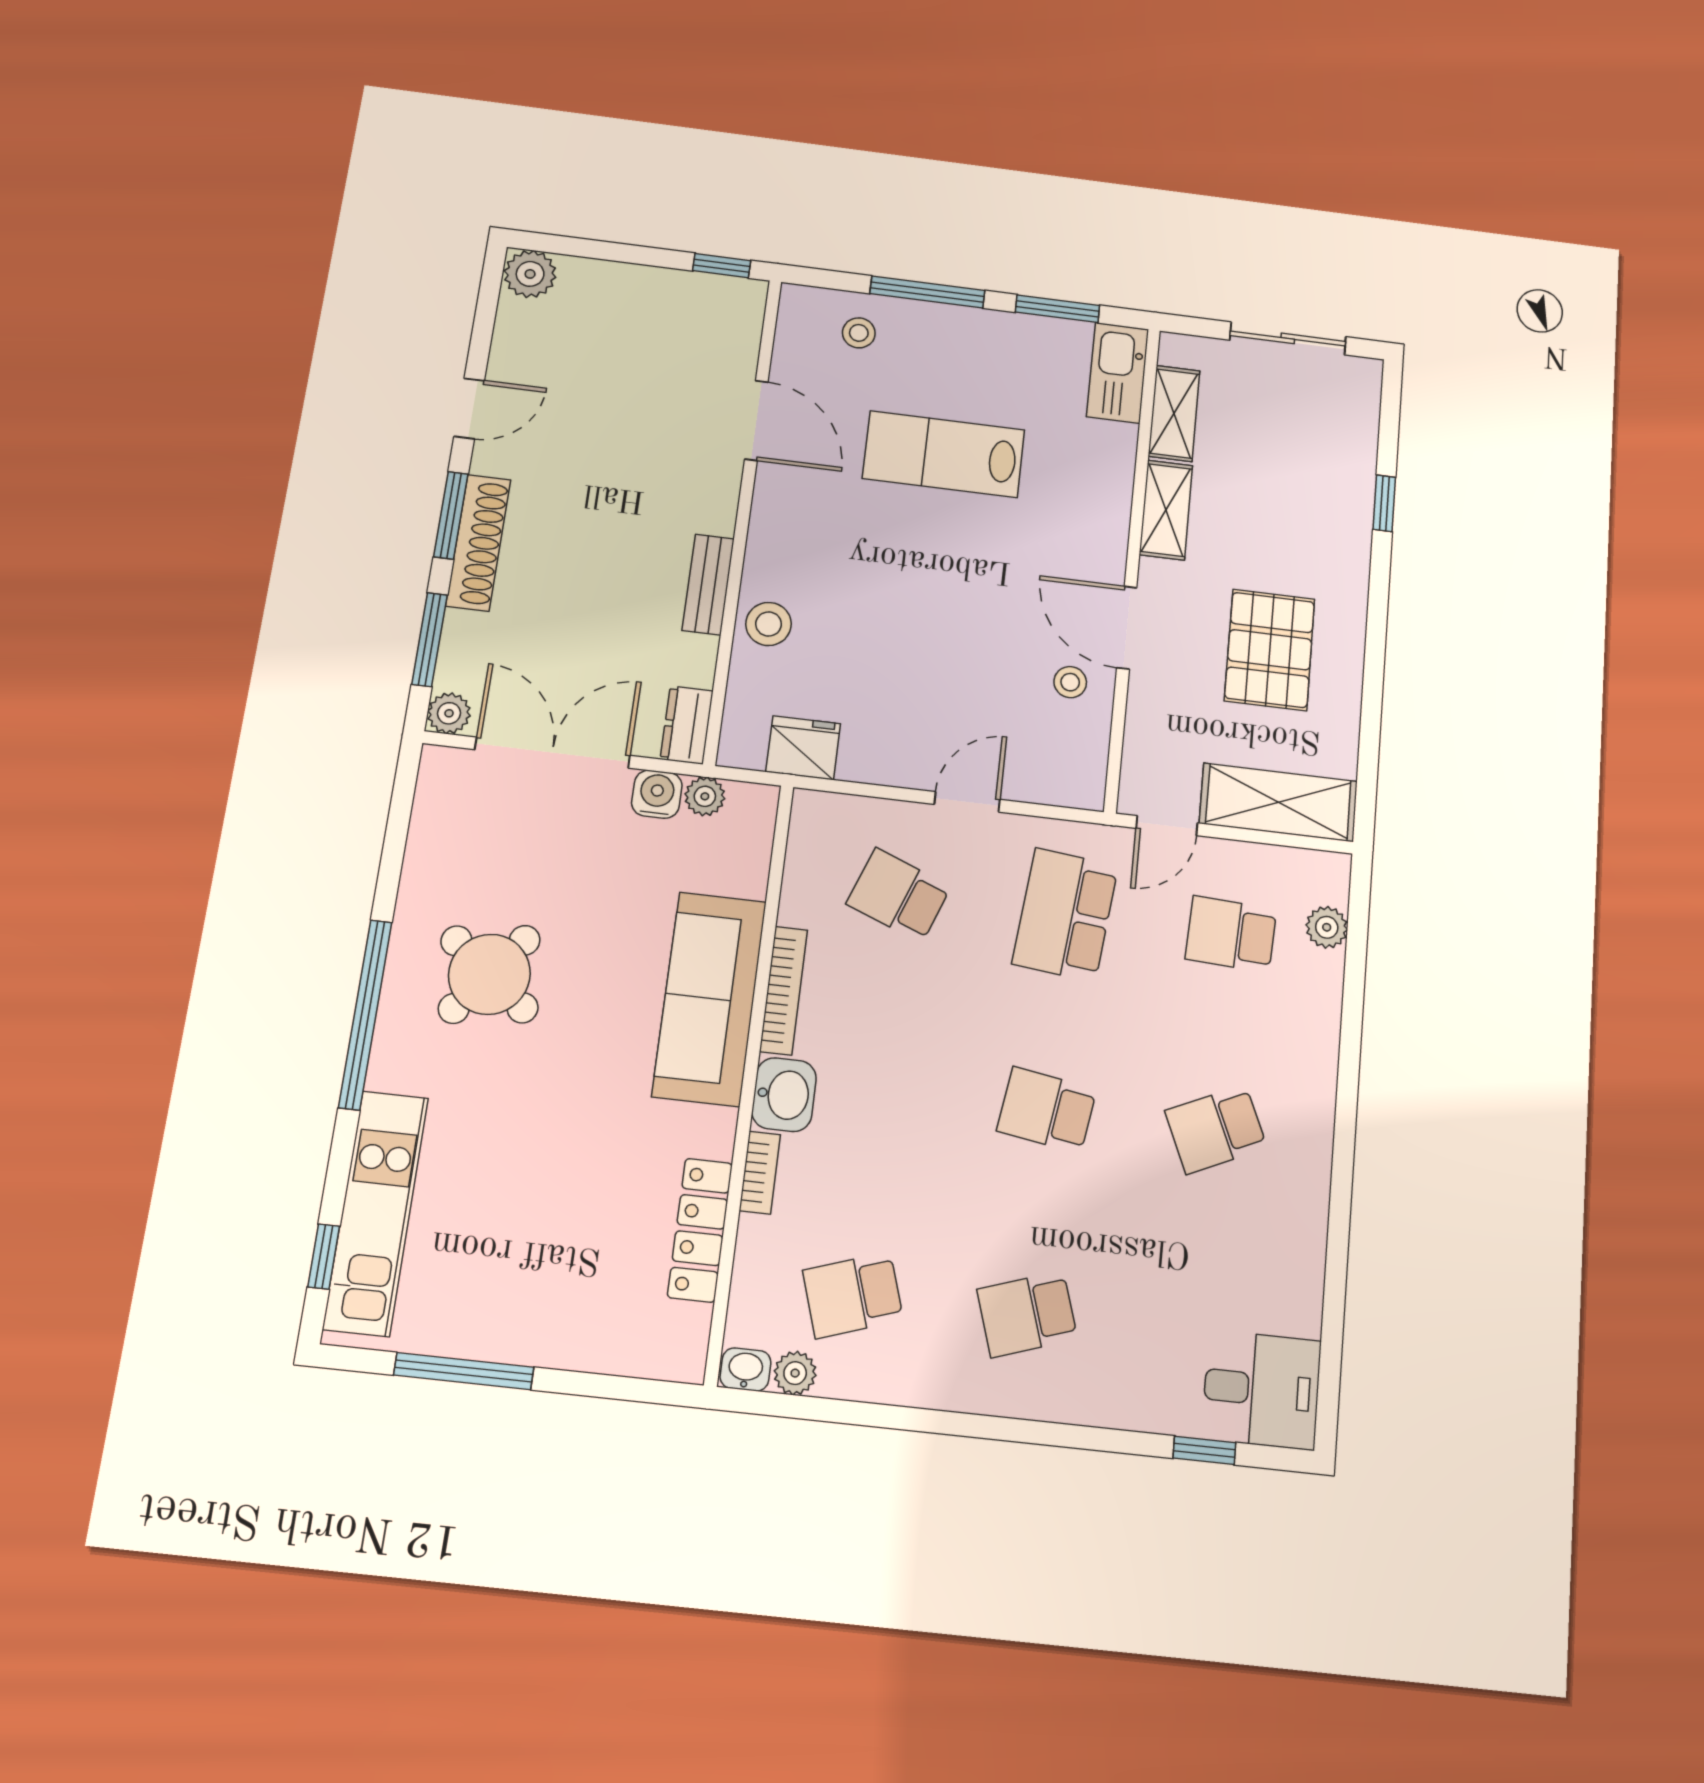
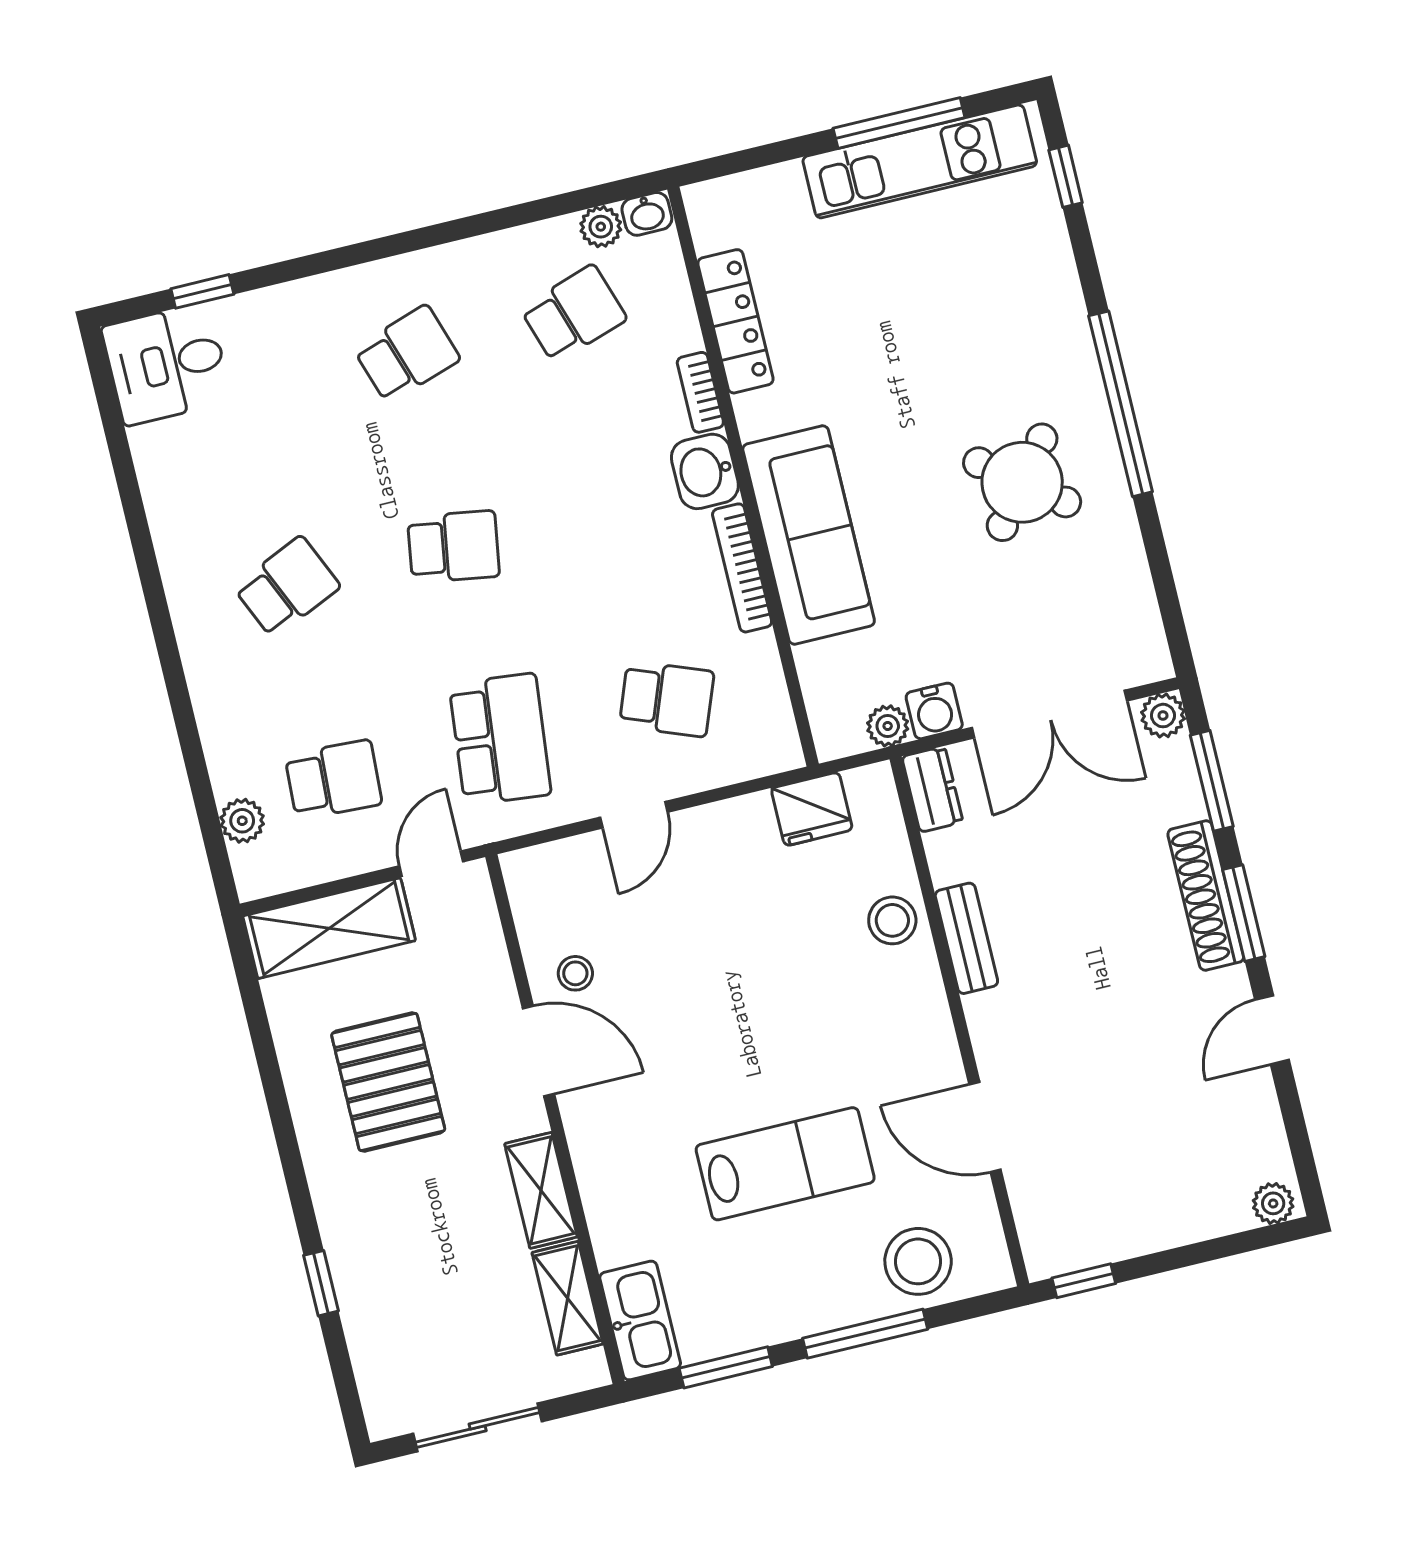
plant: (530, 274) -> (1273, 1203), width x0.73, depth x0.73
stool: (859, 333) -> (918, 1261), width x1.89, depth x1.89
kitchen unit: (376, 1213) -> (920, 161), moved, turned -90

